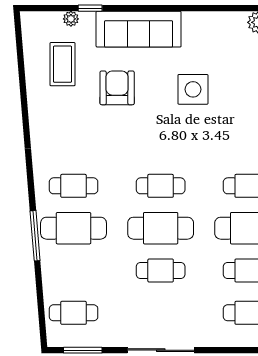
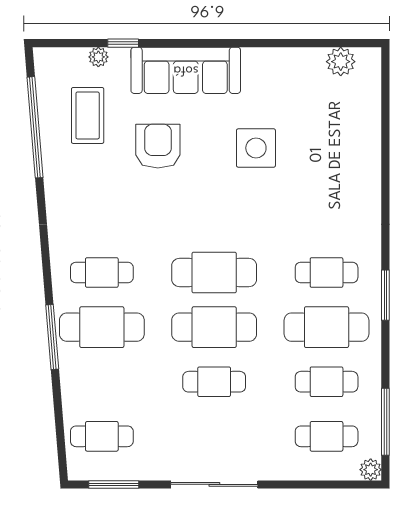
window: (22, 73) -> (35, 127), added
cafe table: (161, 186) -> (214, 273), width x1.37, depth x1.35

